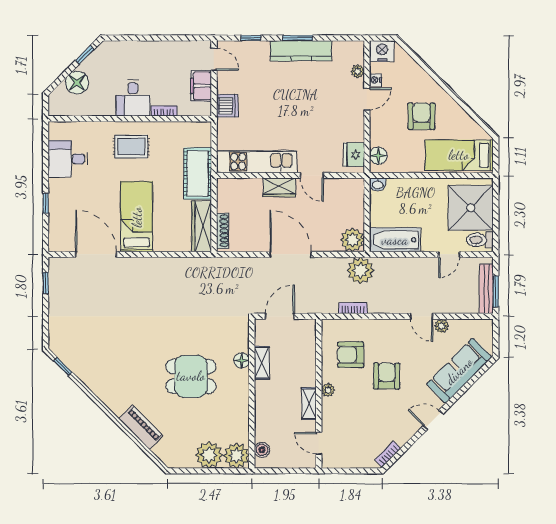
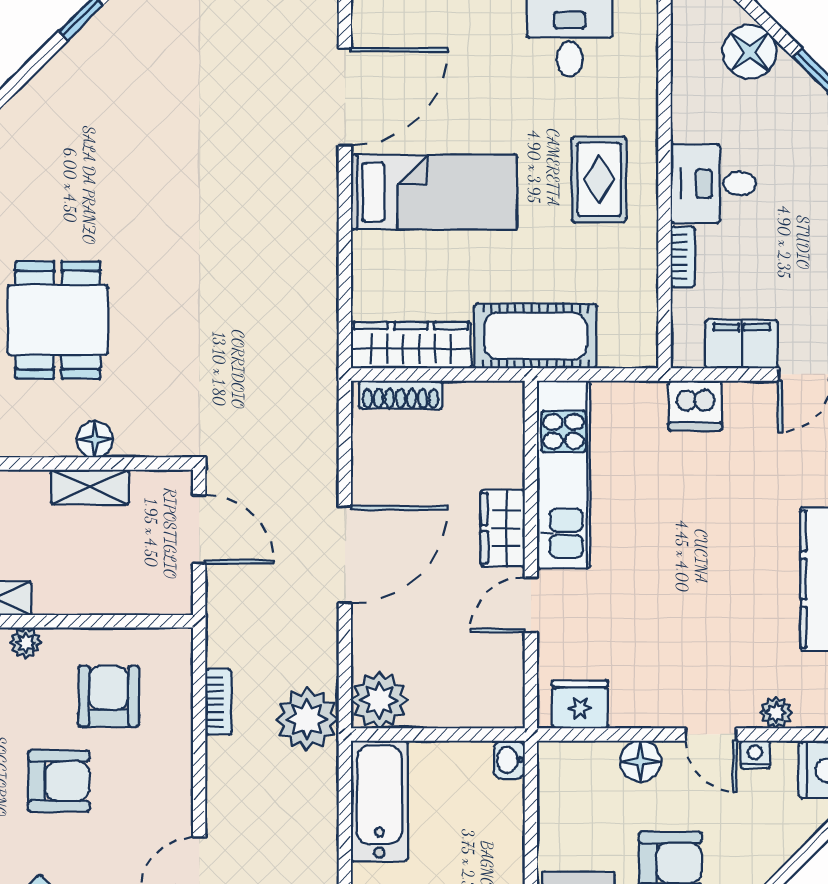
floor lamp: (378, 156) -> (640, 761), moved

